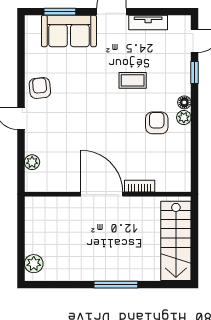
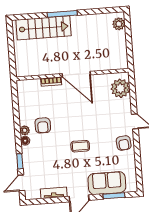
coffee table: (133, 80) -> (80, 146), moved
plant: (32, 162) -> (120, 88), width x1.88, depth x1.88
stairs: (176, 241) -> (44, 28), moved, turned 90

